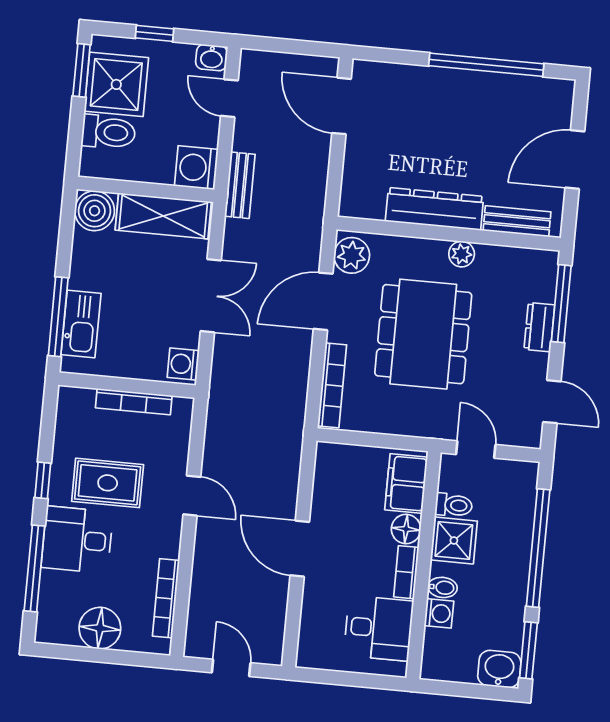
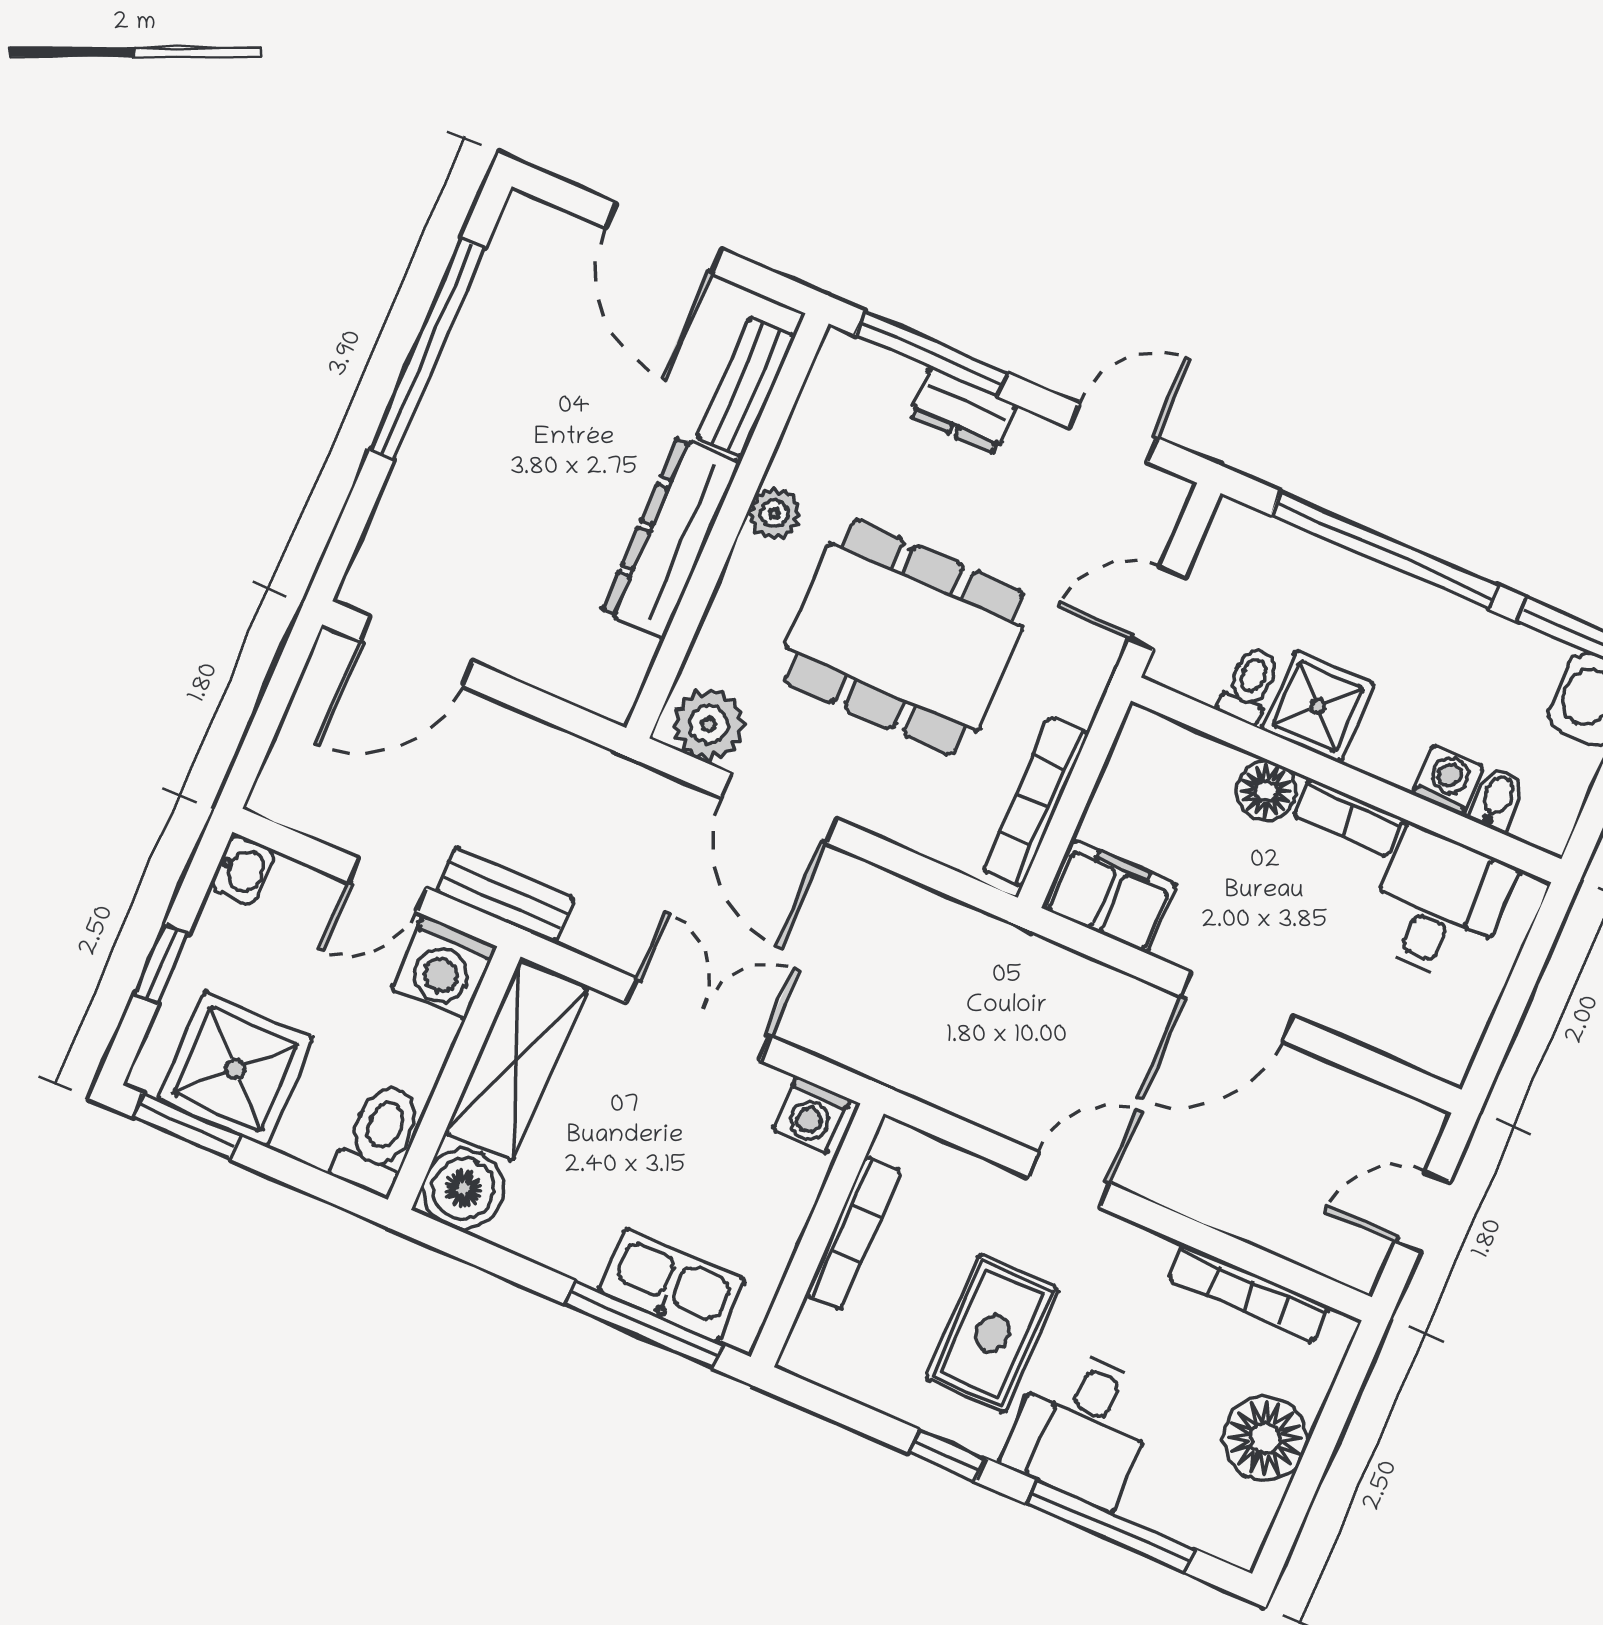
door: (229, 98) -> (387, 885), moved
toilet: (108, 132) -> (379, 1138), moved
bookcase: (332, 385) -> (1036, 802), moved, turned -90
filing cabinet: (406, 483) -> (1110, 896), moved, turned 180
bidet: (443, 587) -> (1497, 799), moved

